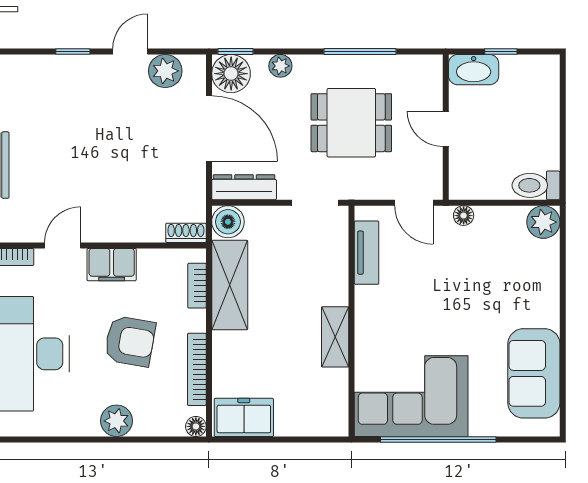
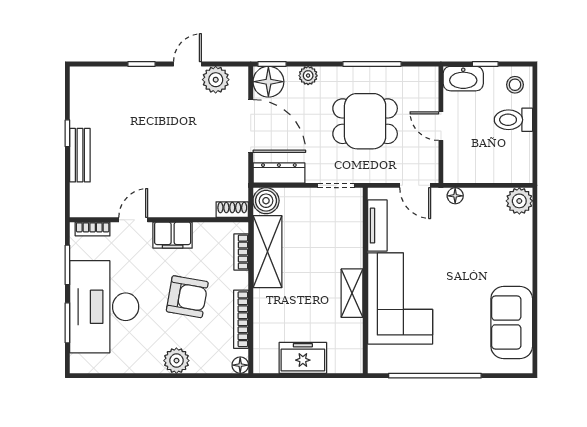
stool: (538, 77) -> (515, 85), added
toilet: (536, 185) -> (513, 120), moved
corner sofa: (411, 396) -> (400, 298), moved, turned 90
freezer: (244, 417) -> (303, 358), moved

